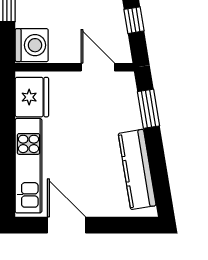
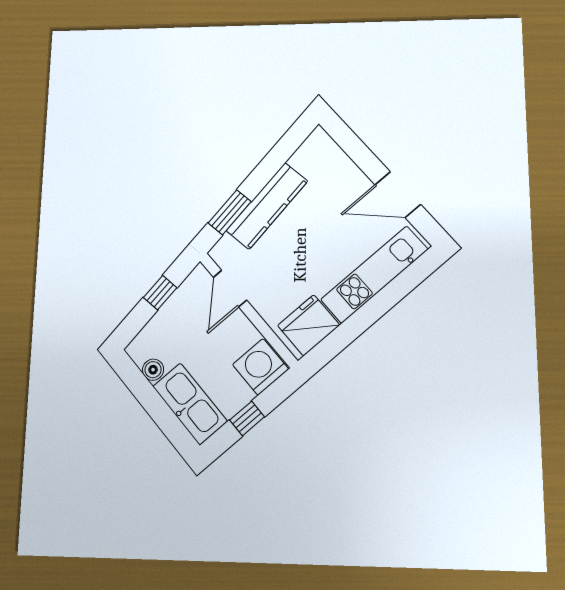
kitchen counter: (137, 169) -> (267, 206), moved
door: (66, 225) -> (398, 195), hinge flipped

